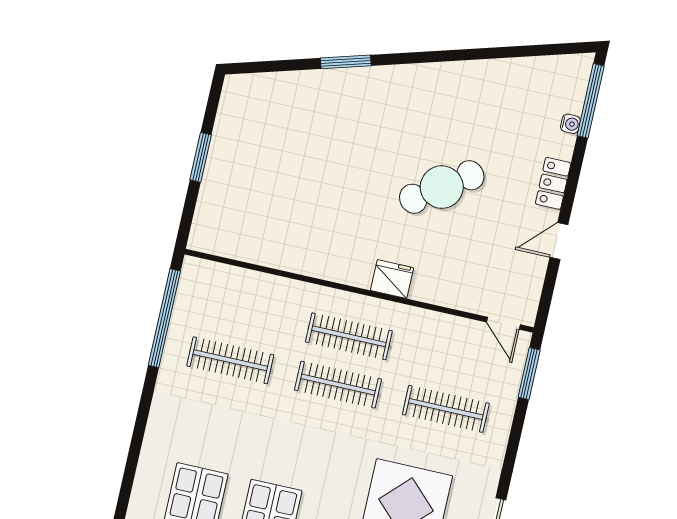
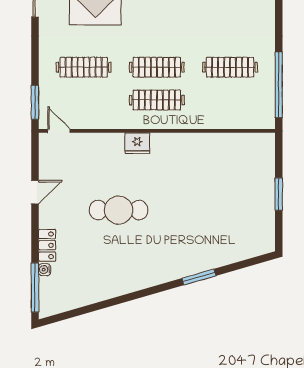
locker: (553, 183) -> (47, 245), moved
cafe table: (442, 187) -> (119, 210), turned 35

